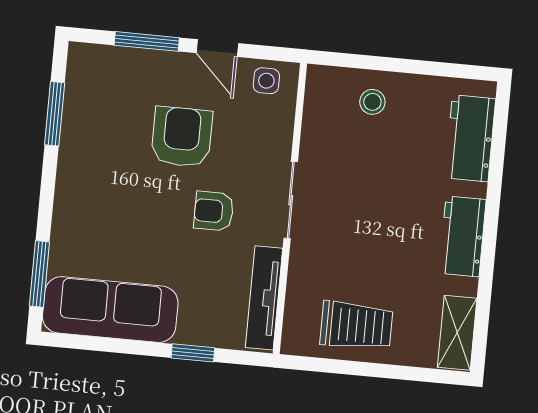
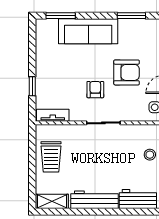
workbench: (462, 236) -> (95, 200), width x1.38
tv unit: (264, 298) -> (53, 115), width x0.71
sofa: (110, 310) -> (88, 31), moved, turned 90

